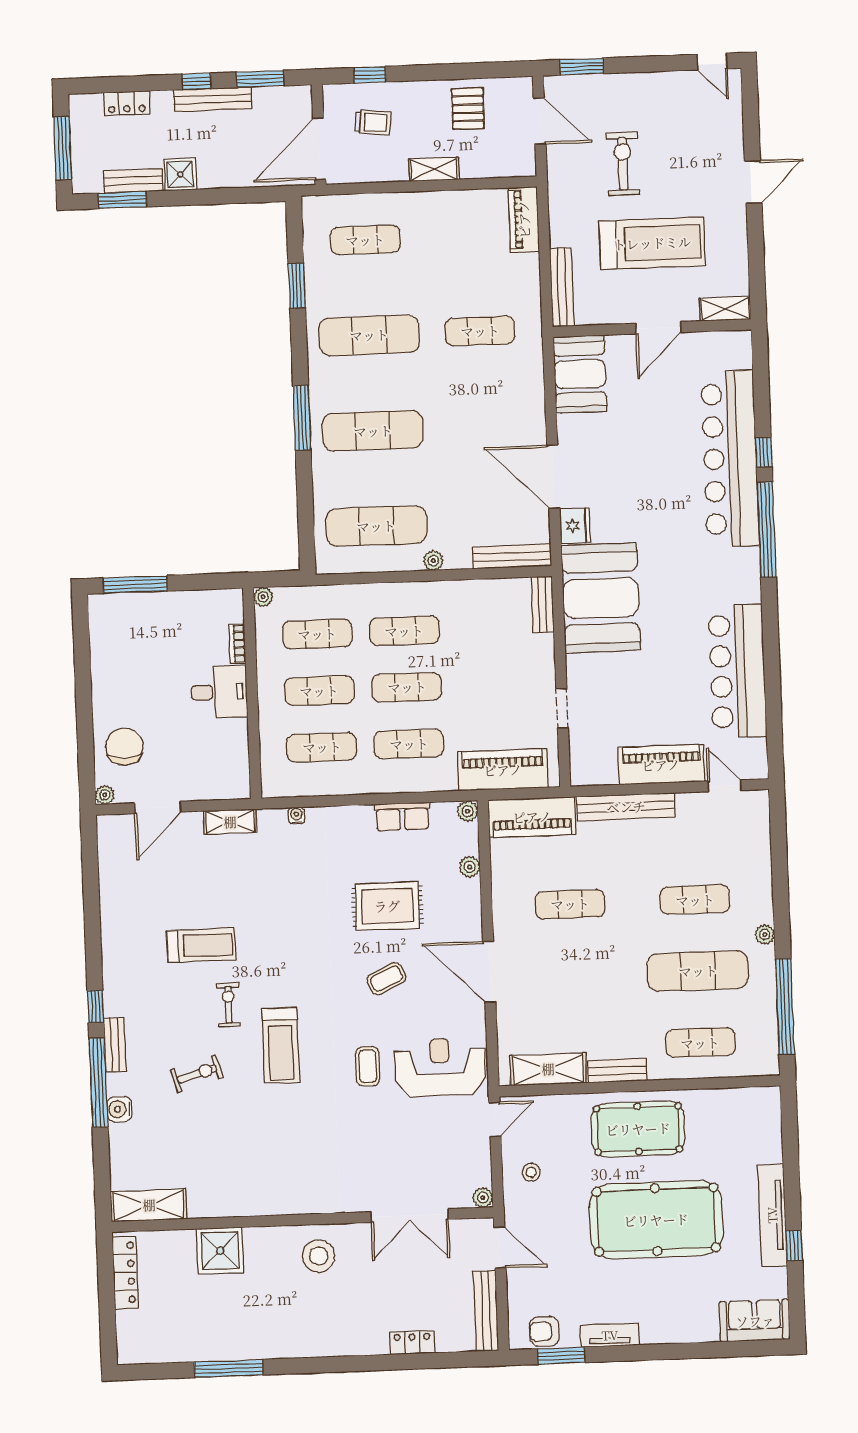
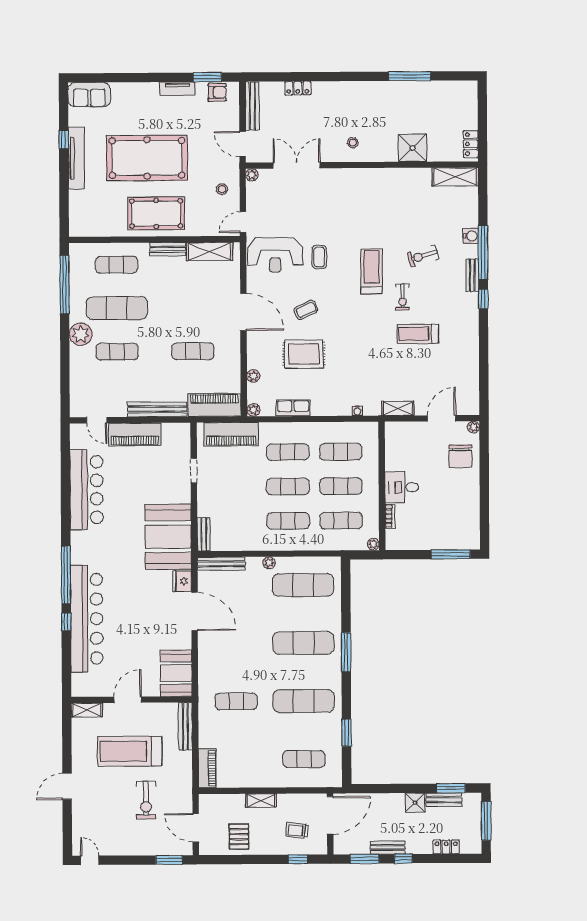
bench: (213, 99) -> (388, 848), width x0.73
plant: (765, 934) -> (81, 334), width x1.88, depth x1.88
stool: (319, 1256) -> (353, 143), width x0.53, depth x0.53
locker: (125, 1272) -> (471, 144), width x0.66

